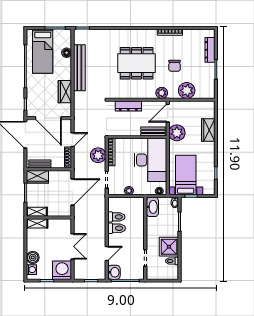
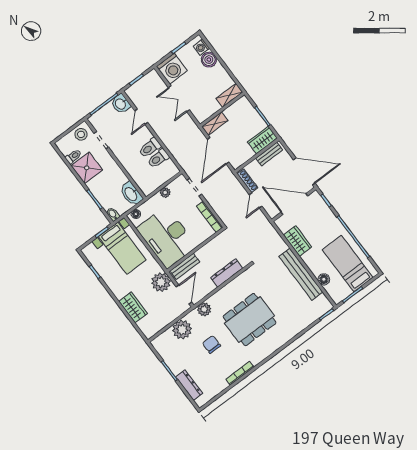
plant: (98, 155) -> (220, 204), removed
shelving: (37, 212) -> (215, 124), moved
stool: (156, 272) -> (81, 134), added

